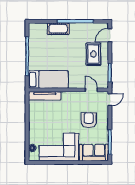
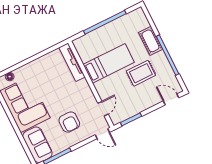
rug: (93, 54) -> (141, 73), moved
bed: (48, 79) -> (109, 63), moved, turned -90
armchair: (89, 120) -> (69, 122), turned 90

